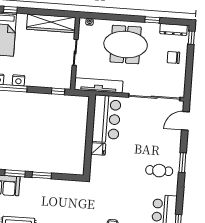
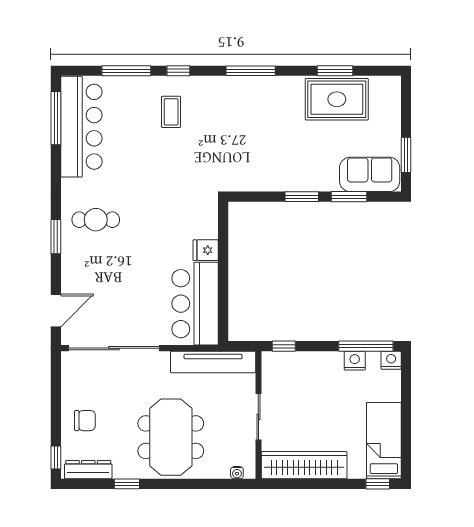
meeting table: (126, 45) -> (171, 437), turned 90

